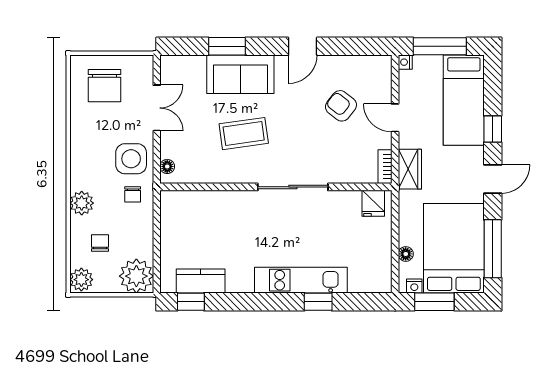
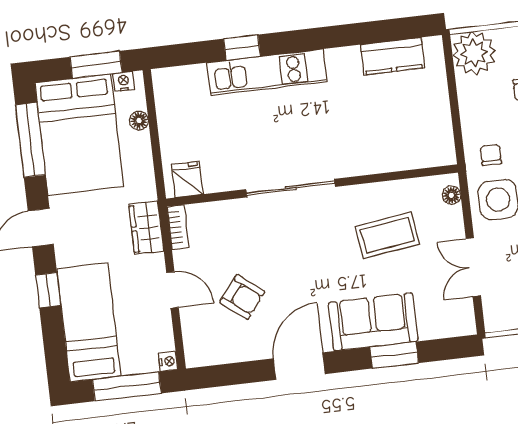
door: (303, 46) -> (299, 366), width x1.38
coffee table: (244, 134) -> (387, 235), moved
window: (191, 302) -> (402, 29), removed

